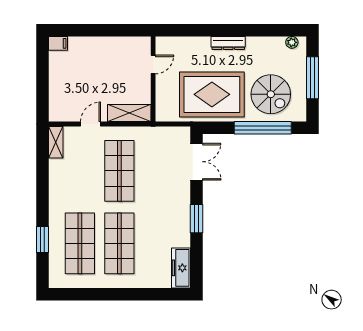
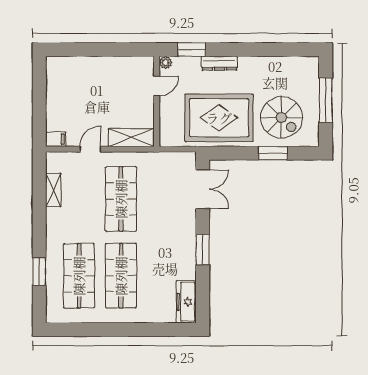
window: (186, 30) -> (192, 50), added
plant: (292, 42) -> (165, 62), moved
filing cabinet: (58, 43) -> (56, 139), moved
dresser: (228, 43) -> (219, 63), moved
window: (263, 128) -> (273, 153), width x0.47
shelving: (56, 142) -> (53, 190), moved

